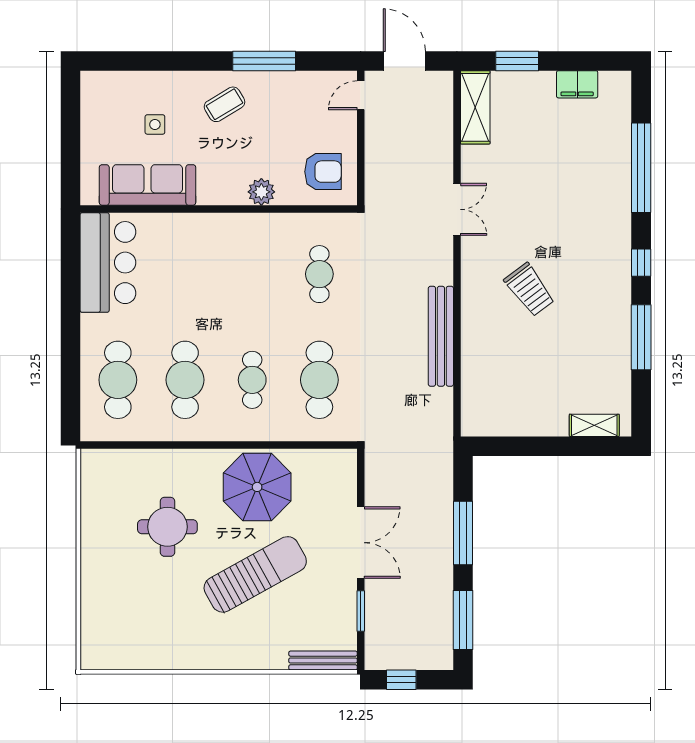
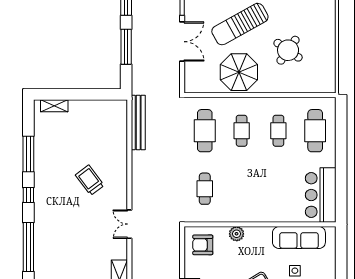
bench: (441, 336) -> (138, 123), moved
cafe table: (185, 380) -> (278, 131), width x0.73, depth x0.74
round table: (167, 527) -> (288, 50), turned 35
double door: (361, 543) -> (182, 42), swing flipped

